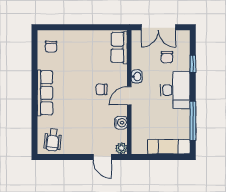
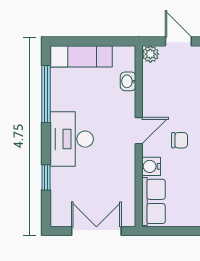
chair: (167, 57) -> (84, 187), removed
washbasin: (137, 77) -> (128, 81), moved
water cooler: (121, 123) -> (151, 166), moved

